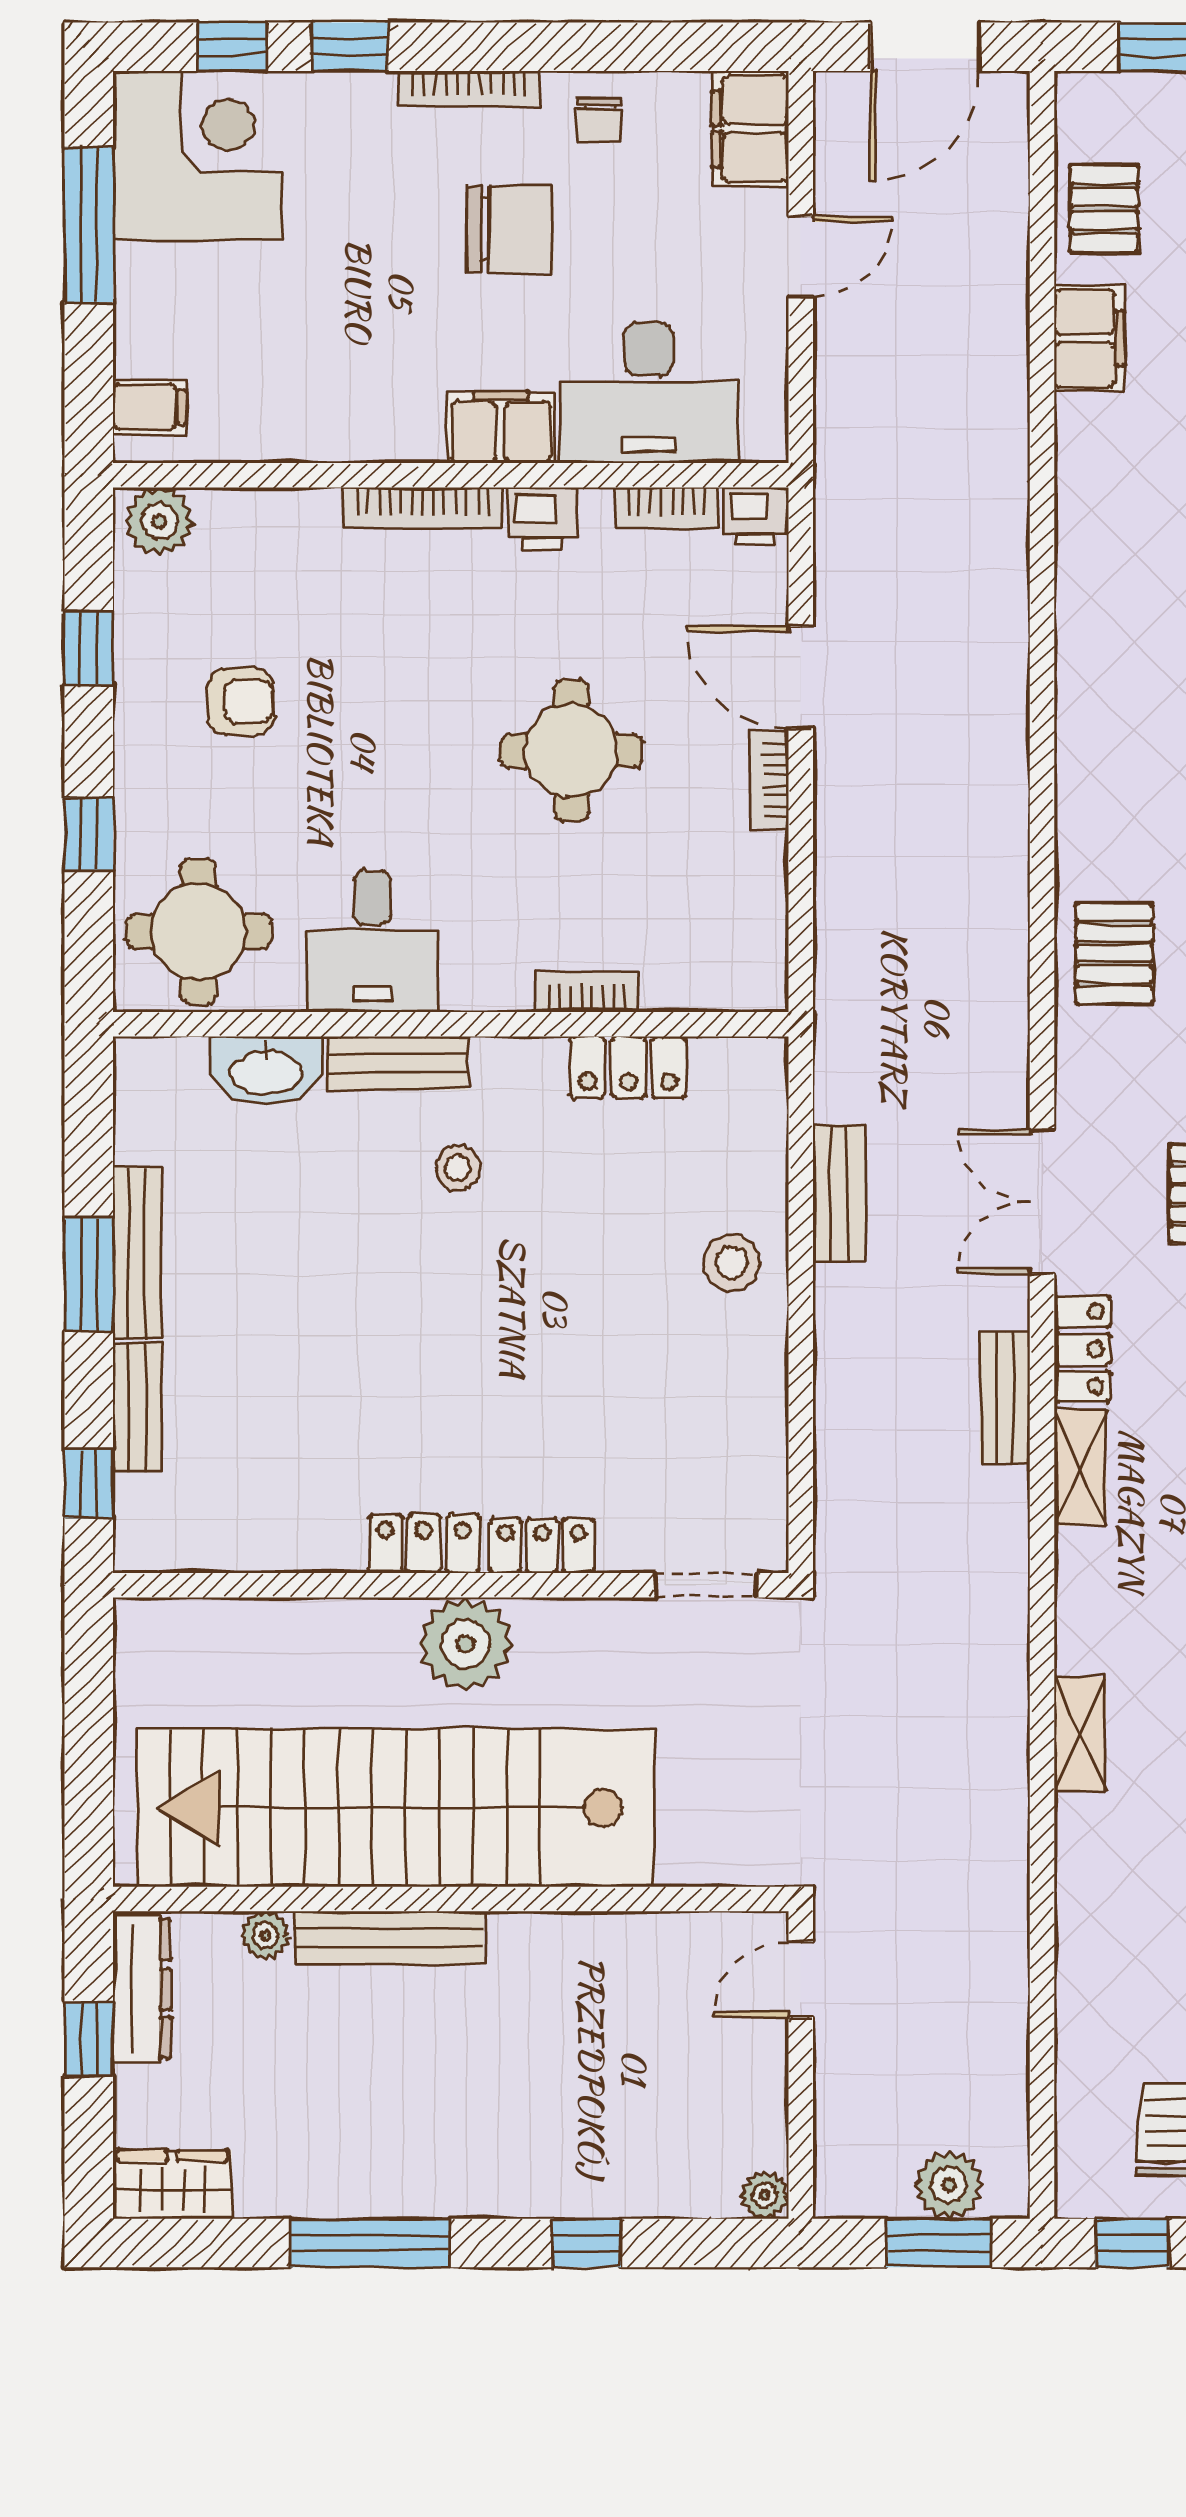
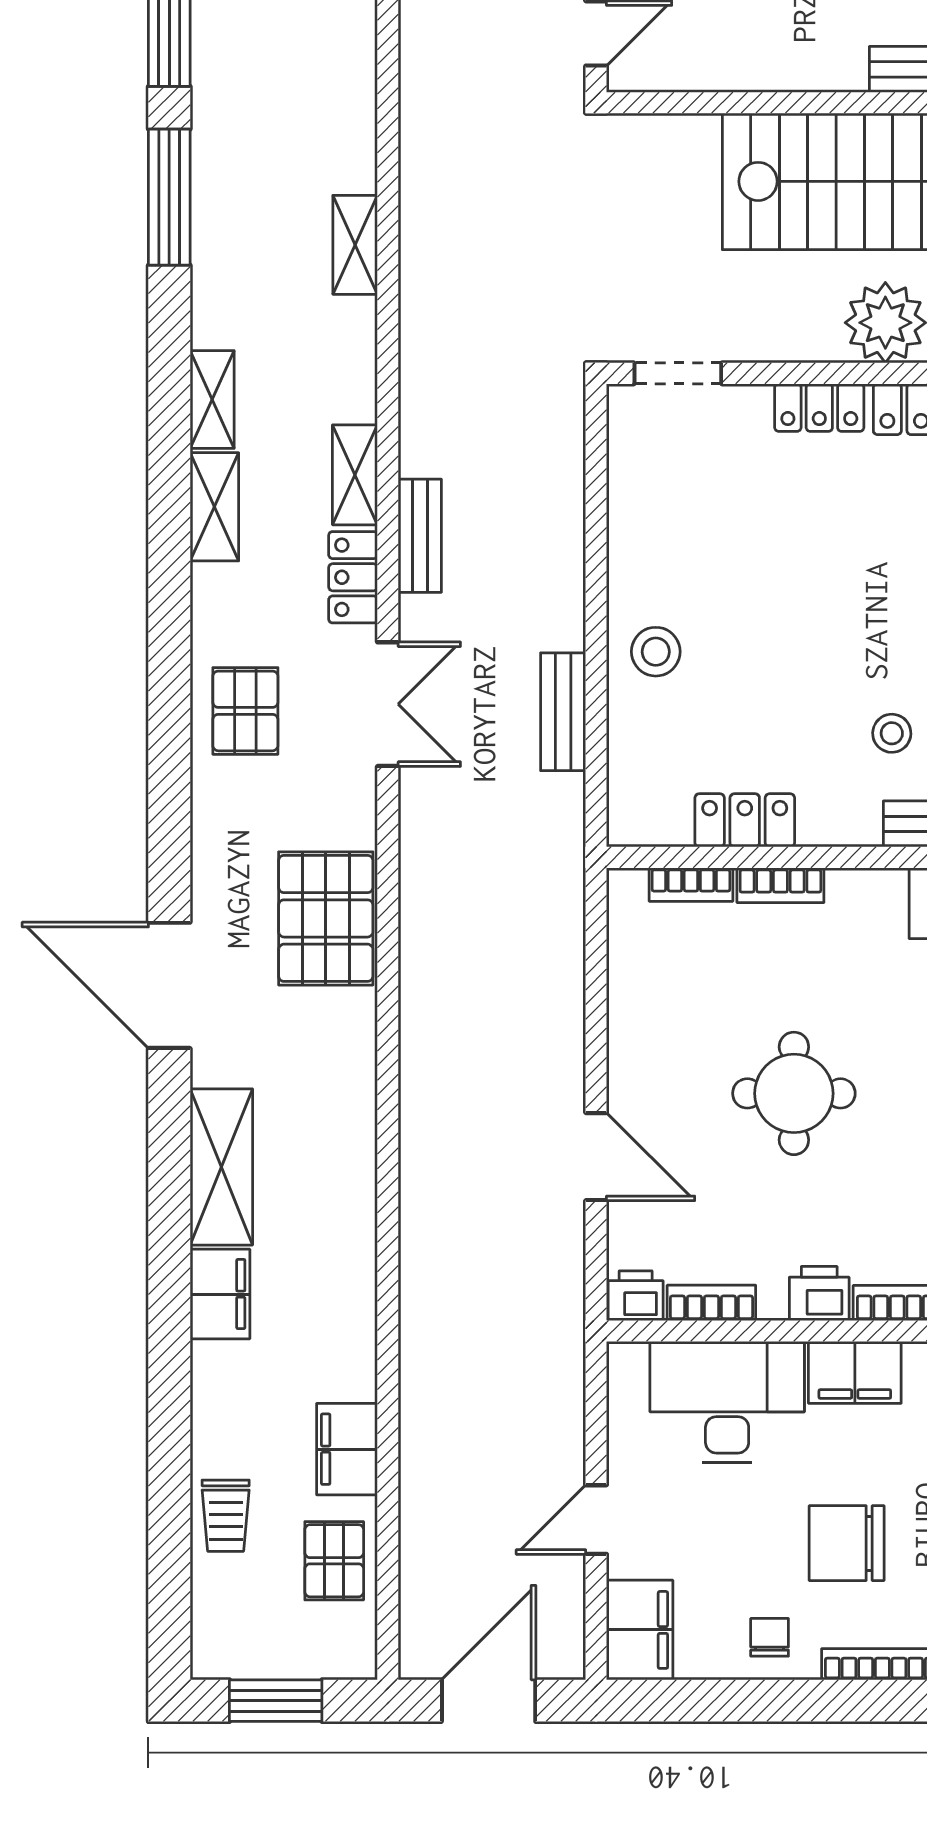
bookcase: (769, 780) -> (691, 885), moved, turned 90
pallet: (1114, 954) -> (326, 918), width x1.50, depth x1.42

